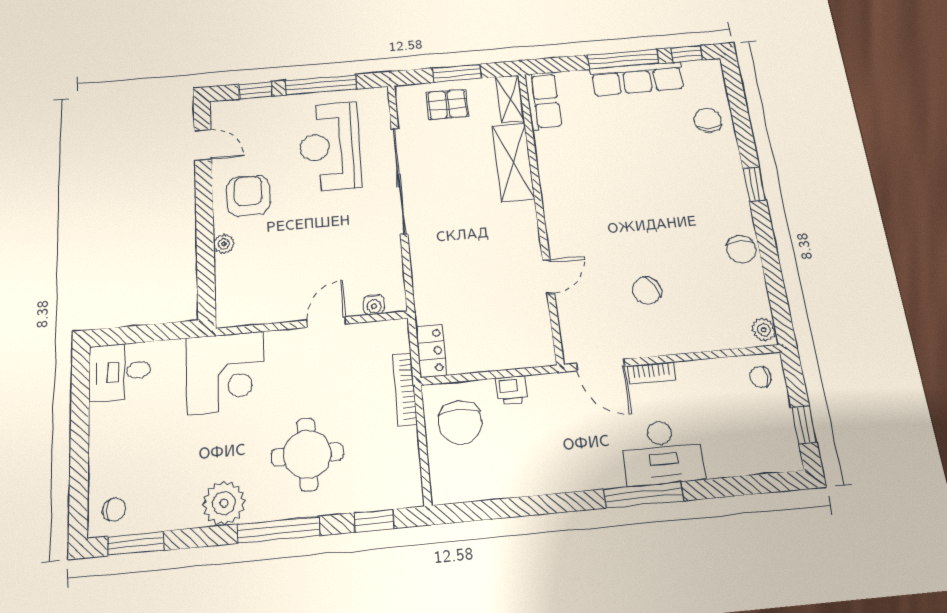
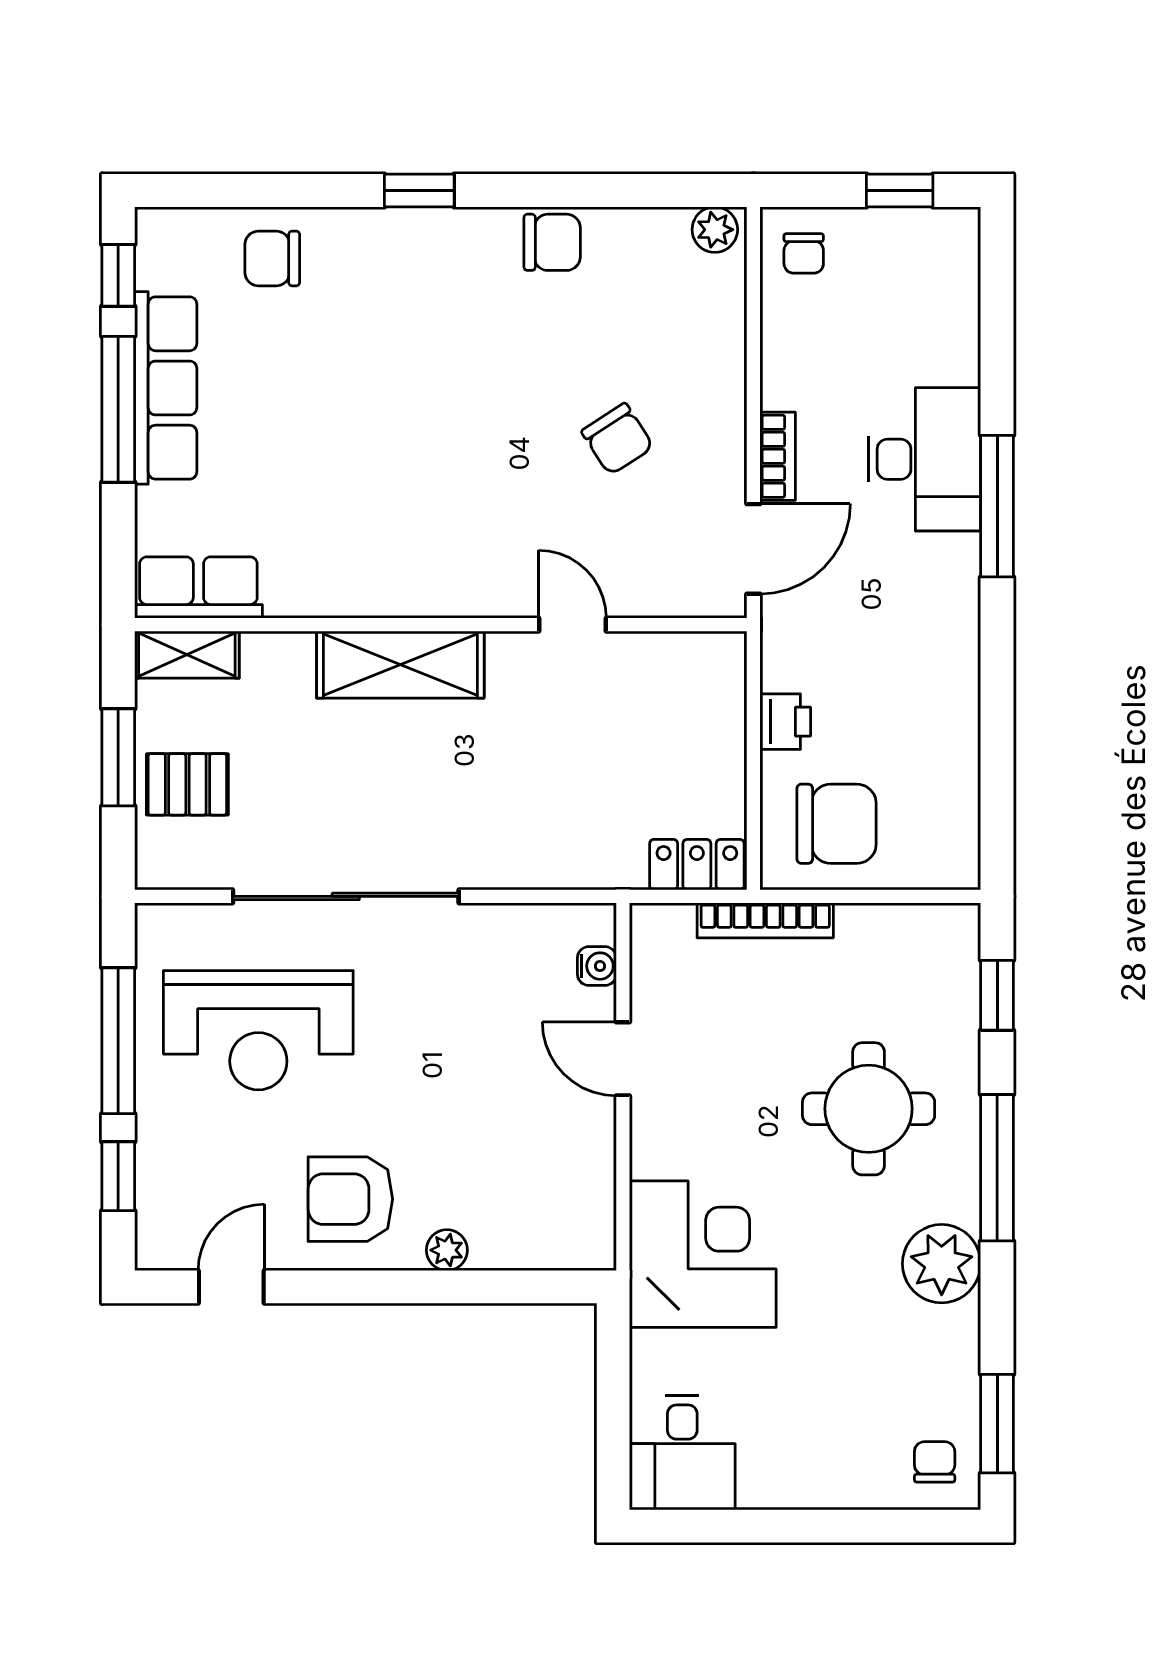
pallet: (447, 104) -> (187, 784), turned 90
shelving: (513, 162) -> (400, 665), moved

